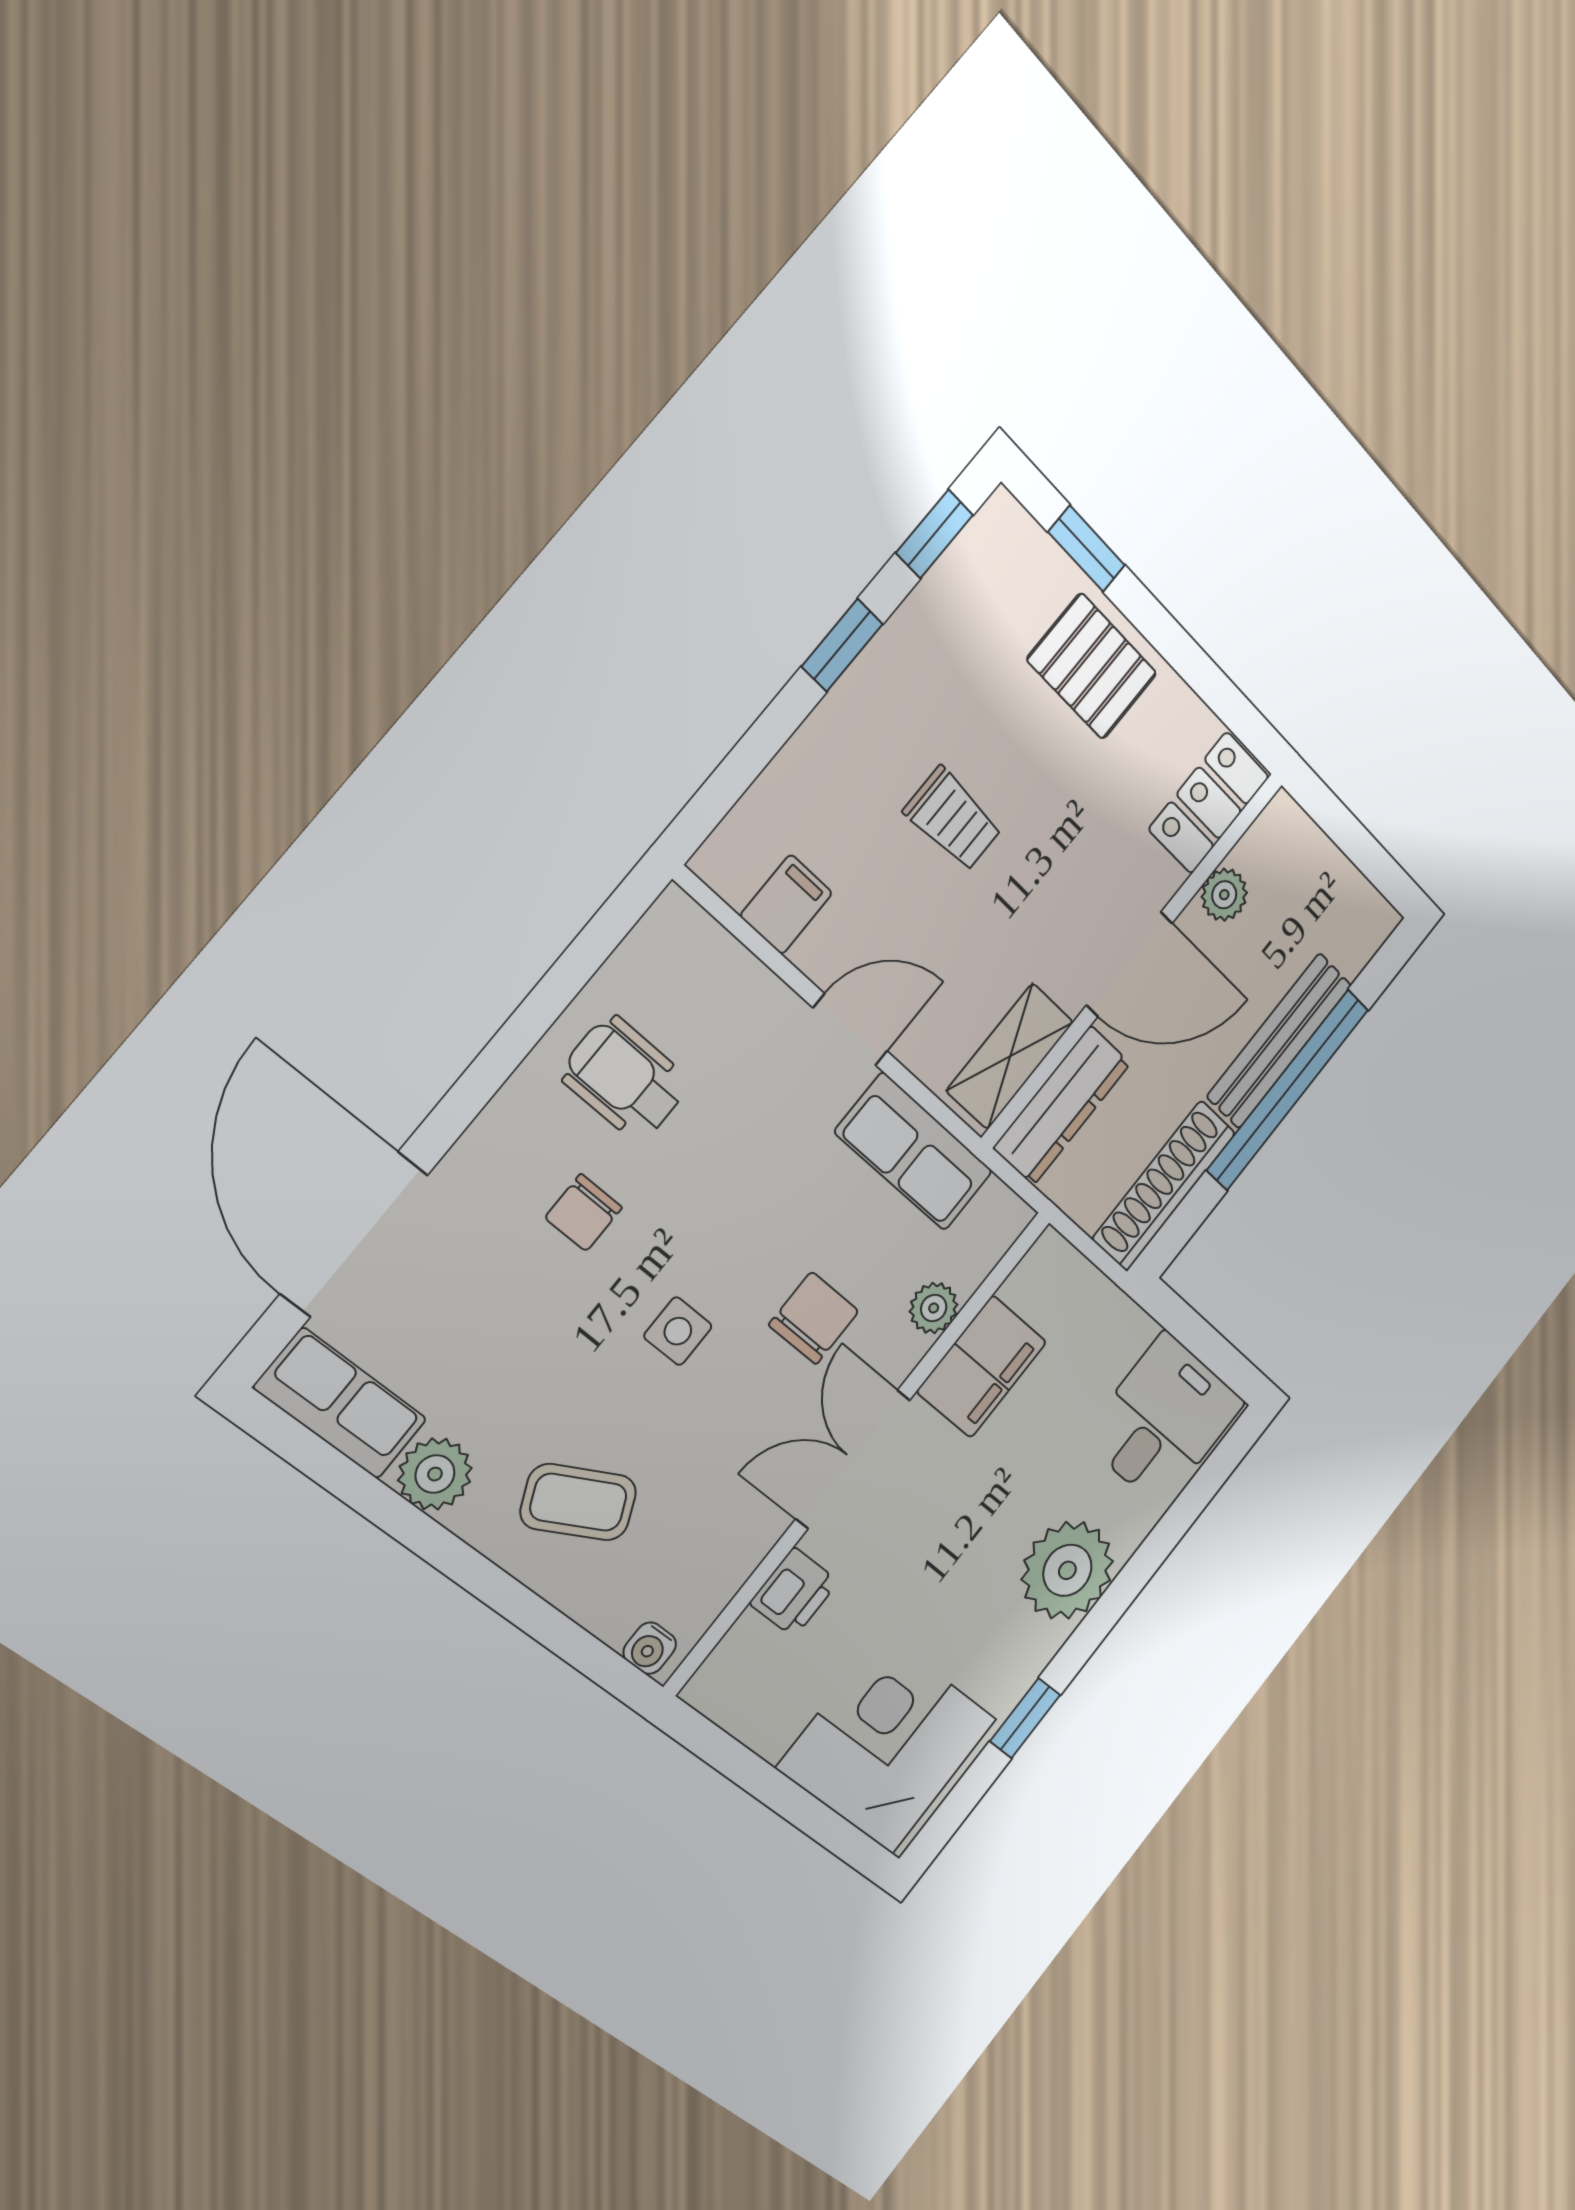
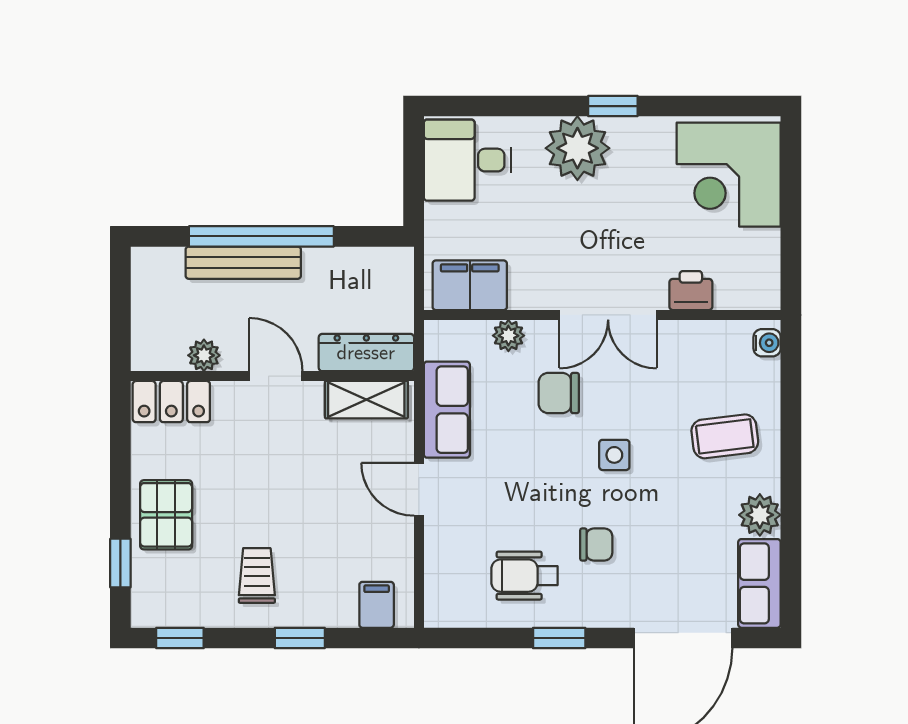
window: (842, 645) -> (300, 638), moved
trolley: (953, 819) -> (257, 576), moved
filing cabinet: (786, 904) -> (377, 605), moved, turned 90
door: (1129, 964) -> (276, 376), width x0.73
window: (501, 1057) -> (559, 638), added
wheelchair: (625, 1078) -> (524, 576), turned 90
shoe rack: (1164, 1186) -> (359, 263), removed
filing cabinet: (982, 1367) -> (470, 285), moved
coffee table: (578, 1502) -> (725, 436), turned -71
window: (1025, 1718) -> (613, 106), moved

